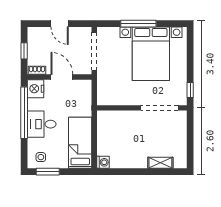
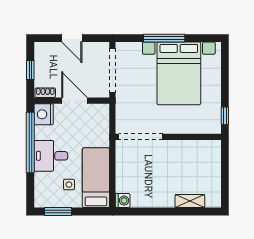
doorway: (160, 108) -> (141, 137), moved
side table: (41, 157) -> (69, 185), moved

